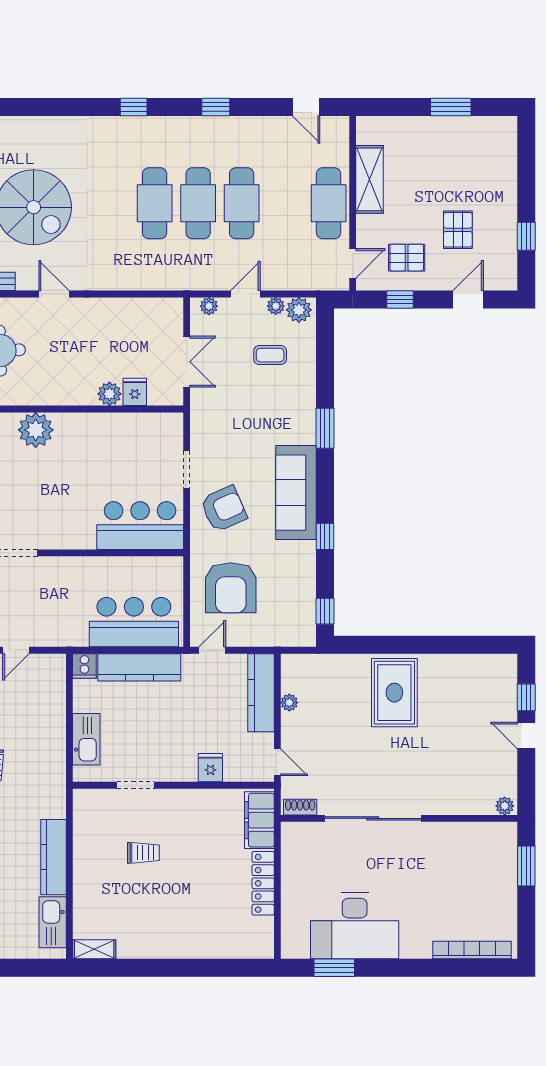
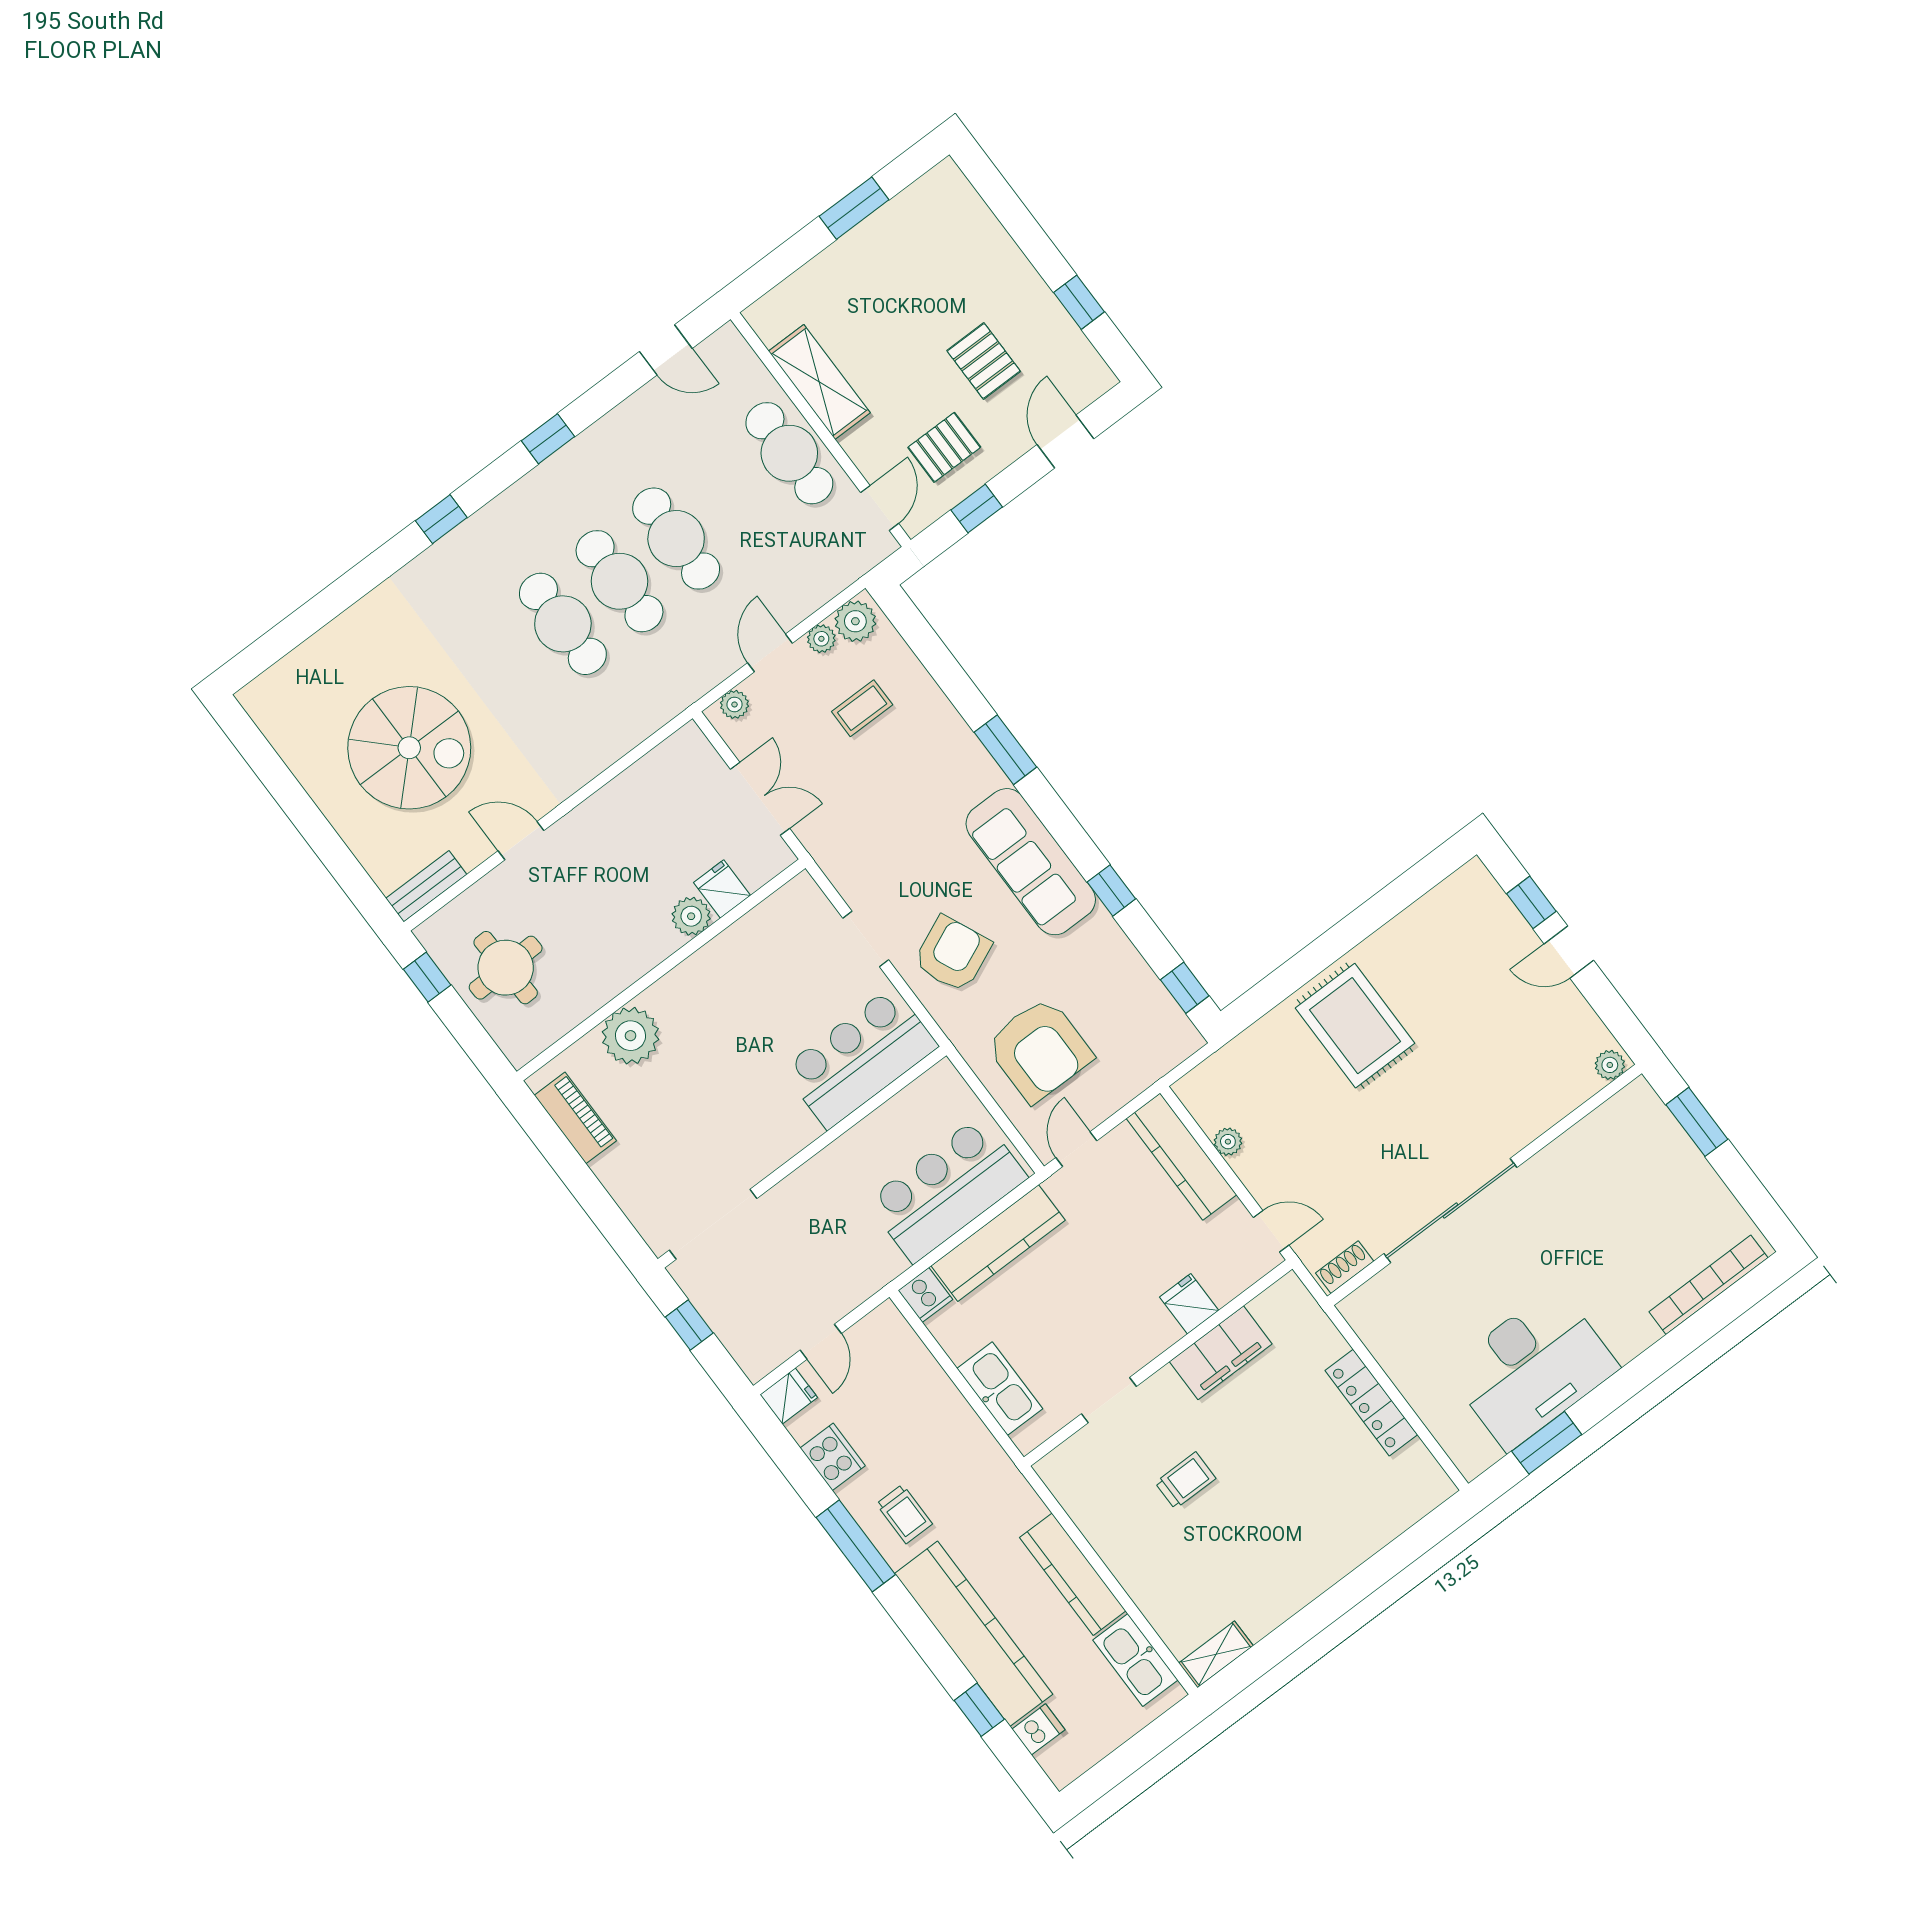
filing cabinet: (259, 820) -> (1221, 1353), moved, turned -90

